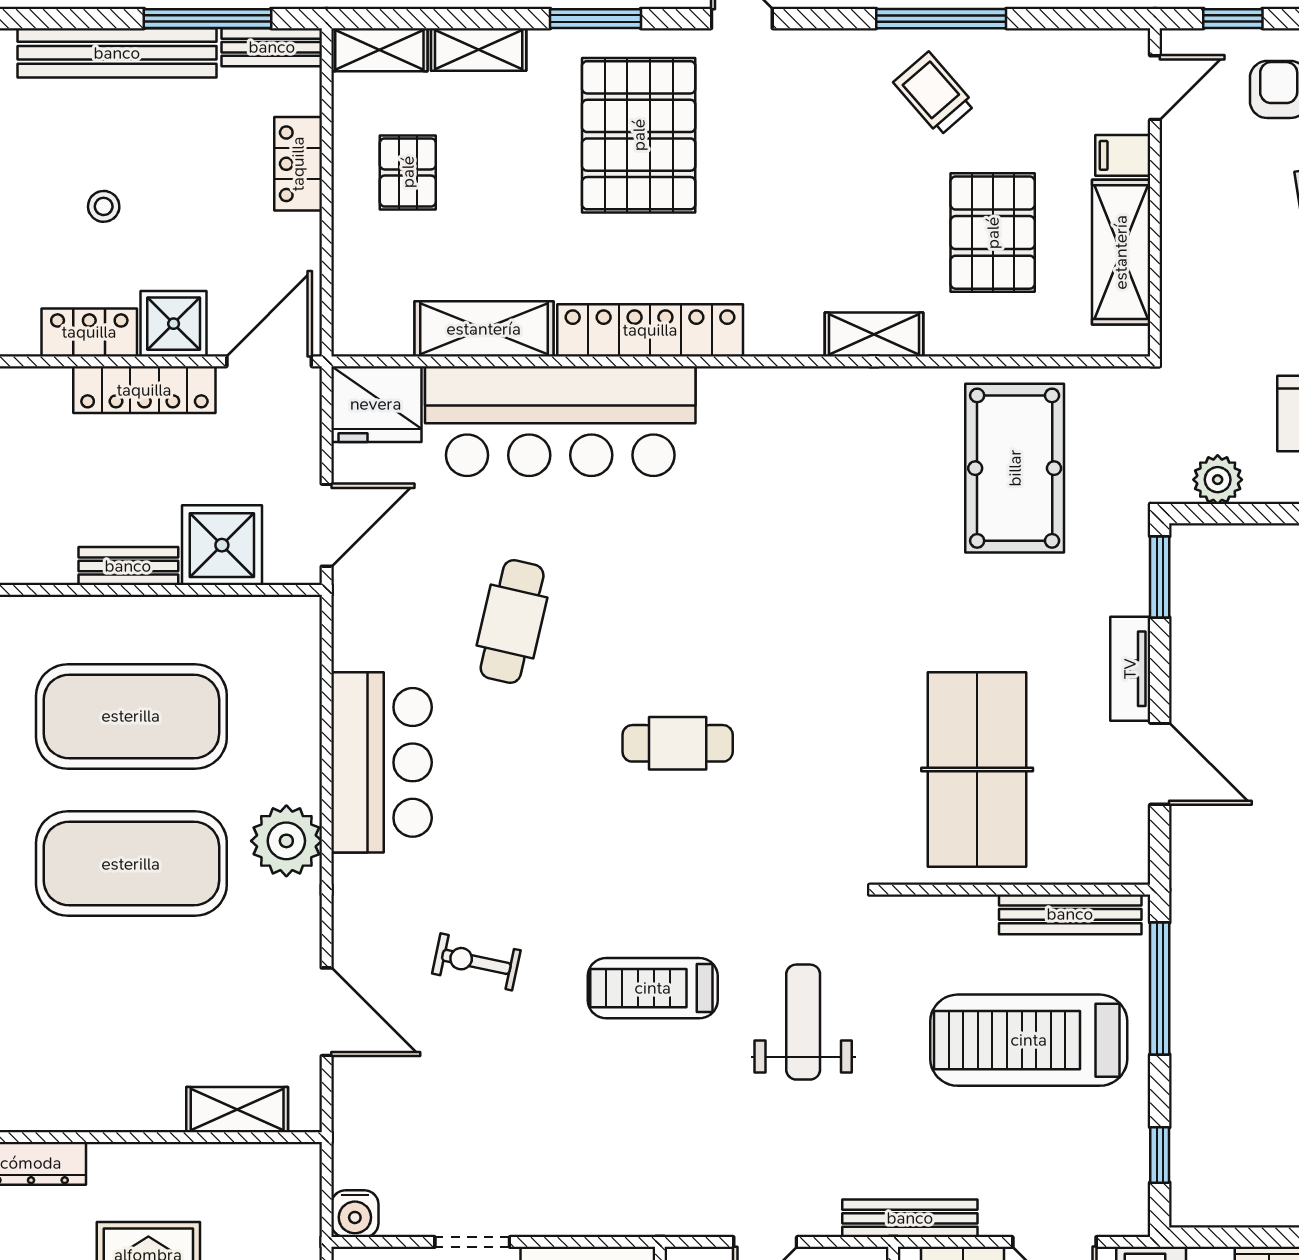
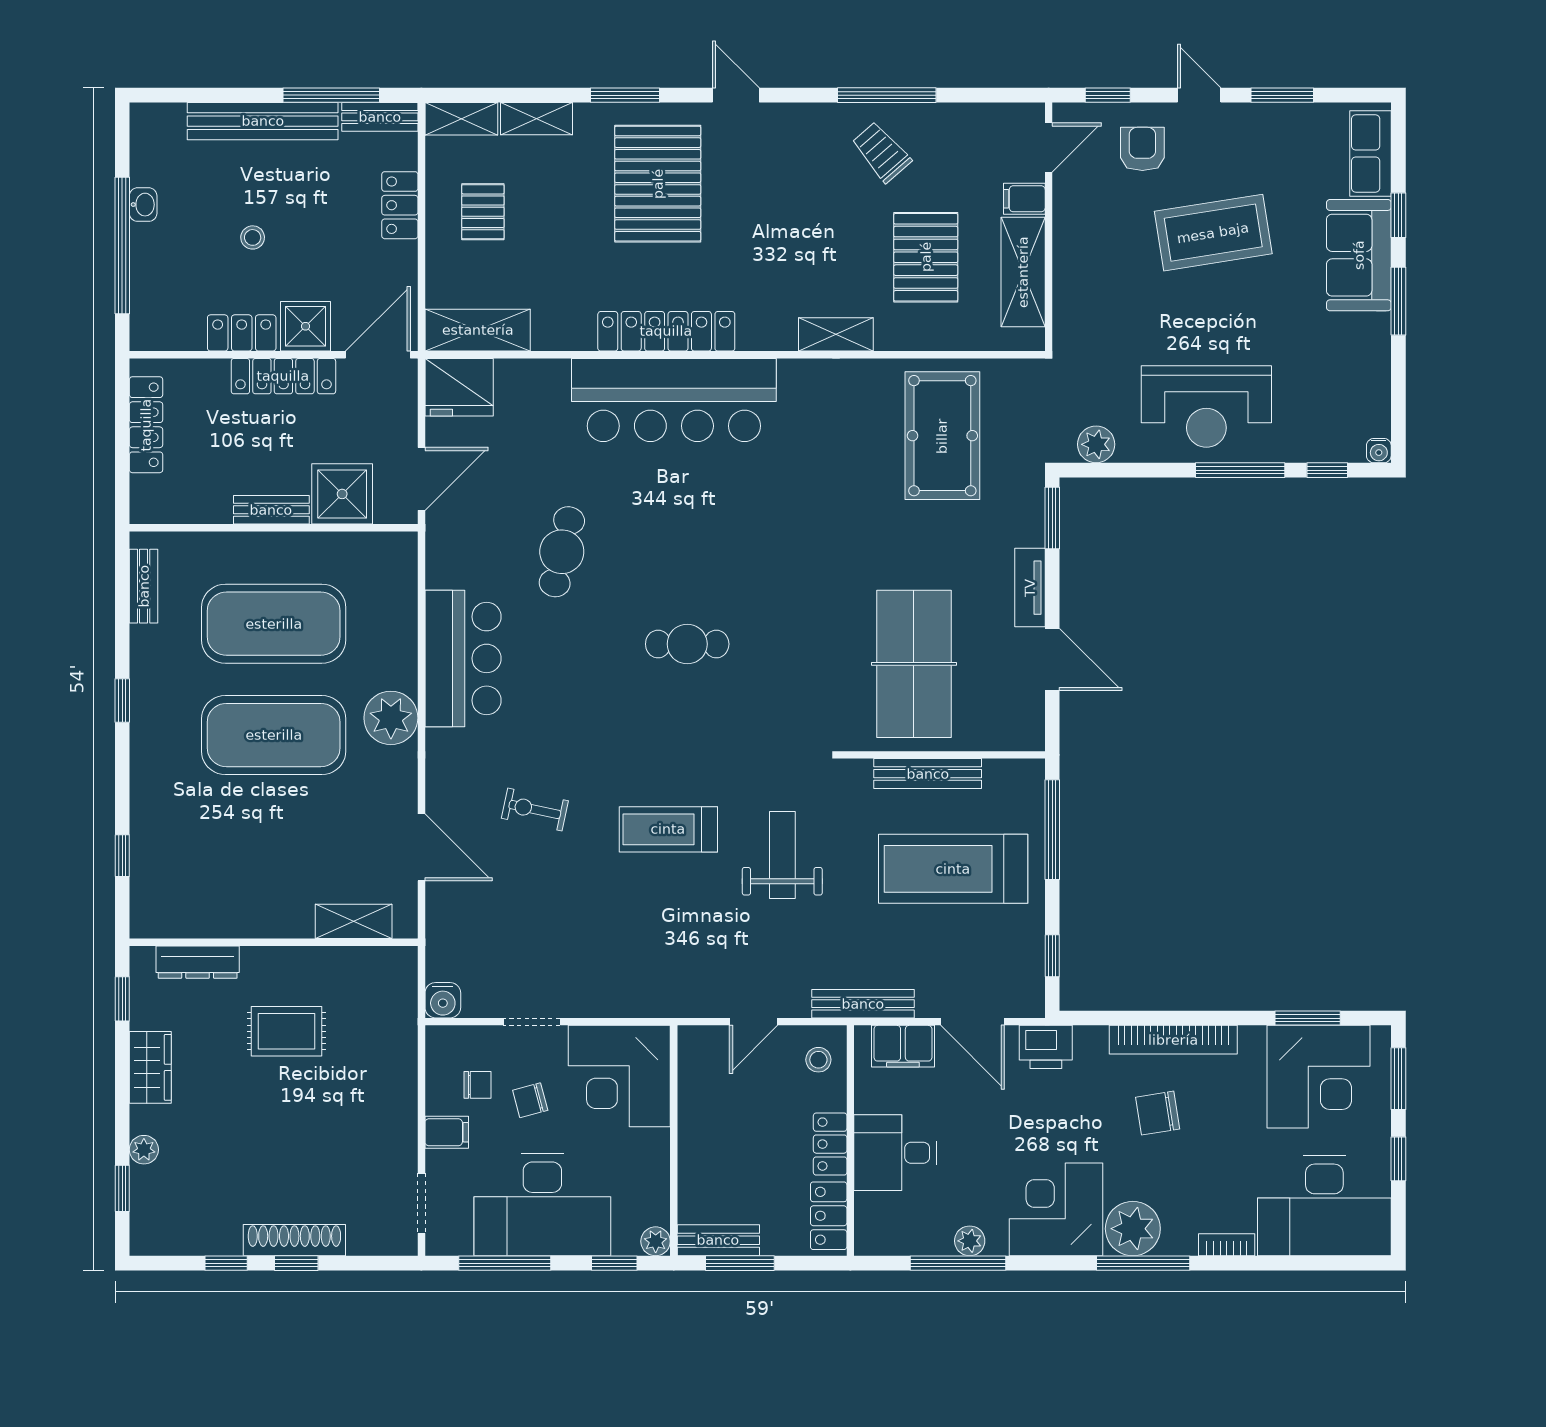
shelving: (484, 329) -> (478, 330), moved
bar counter: (560, 421) -> (674, 400), moved
bench: (1070, 914) -> (928, 774), moved

